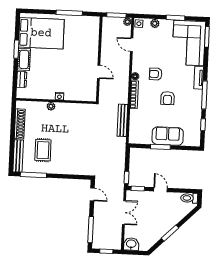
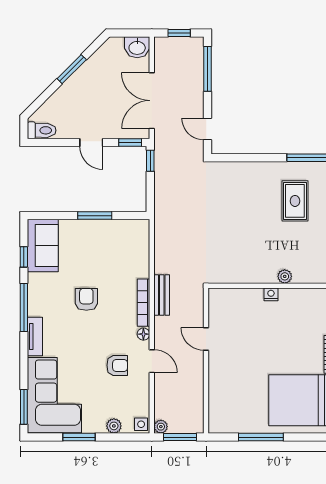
door: (132, 45) -> (152, 361), moved
armchair: (156, 74) -> (117, 365), moved
bench: (122, 120) -> (162, 295), moved, width x0.73
sofa: (168, 136) -> (43, 246), moved, turned -90
double door: (124, 213) -> (152, 101), width x1.37

